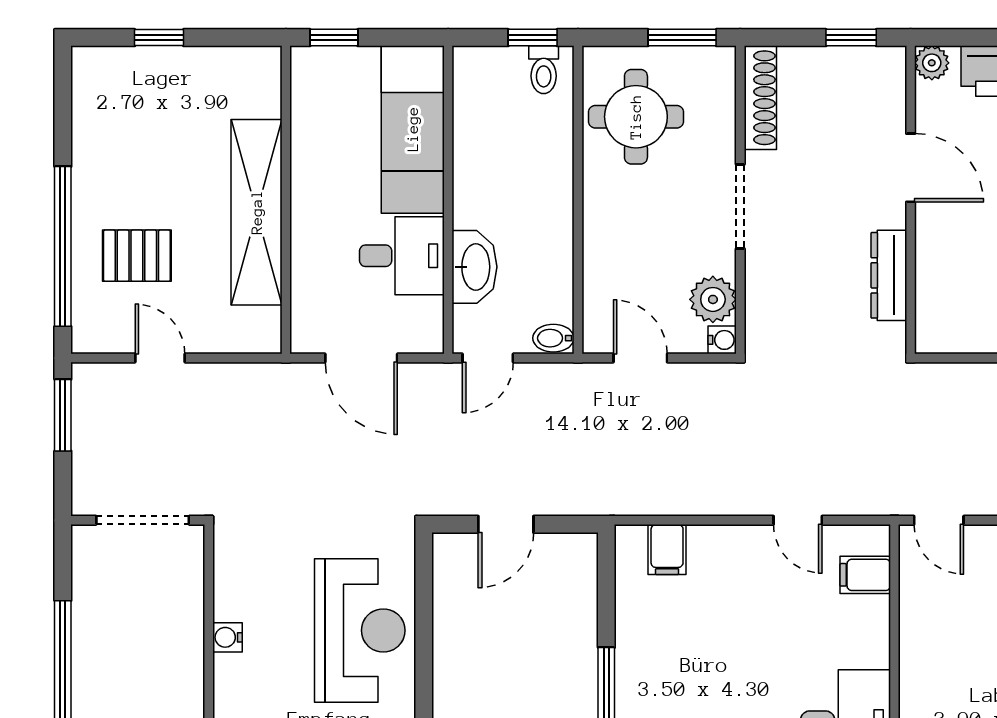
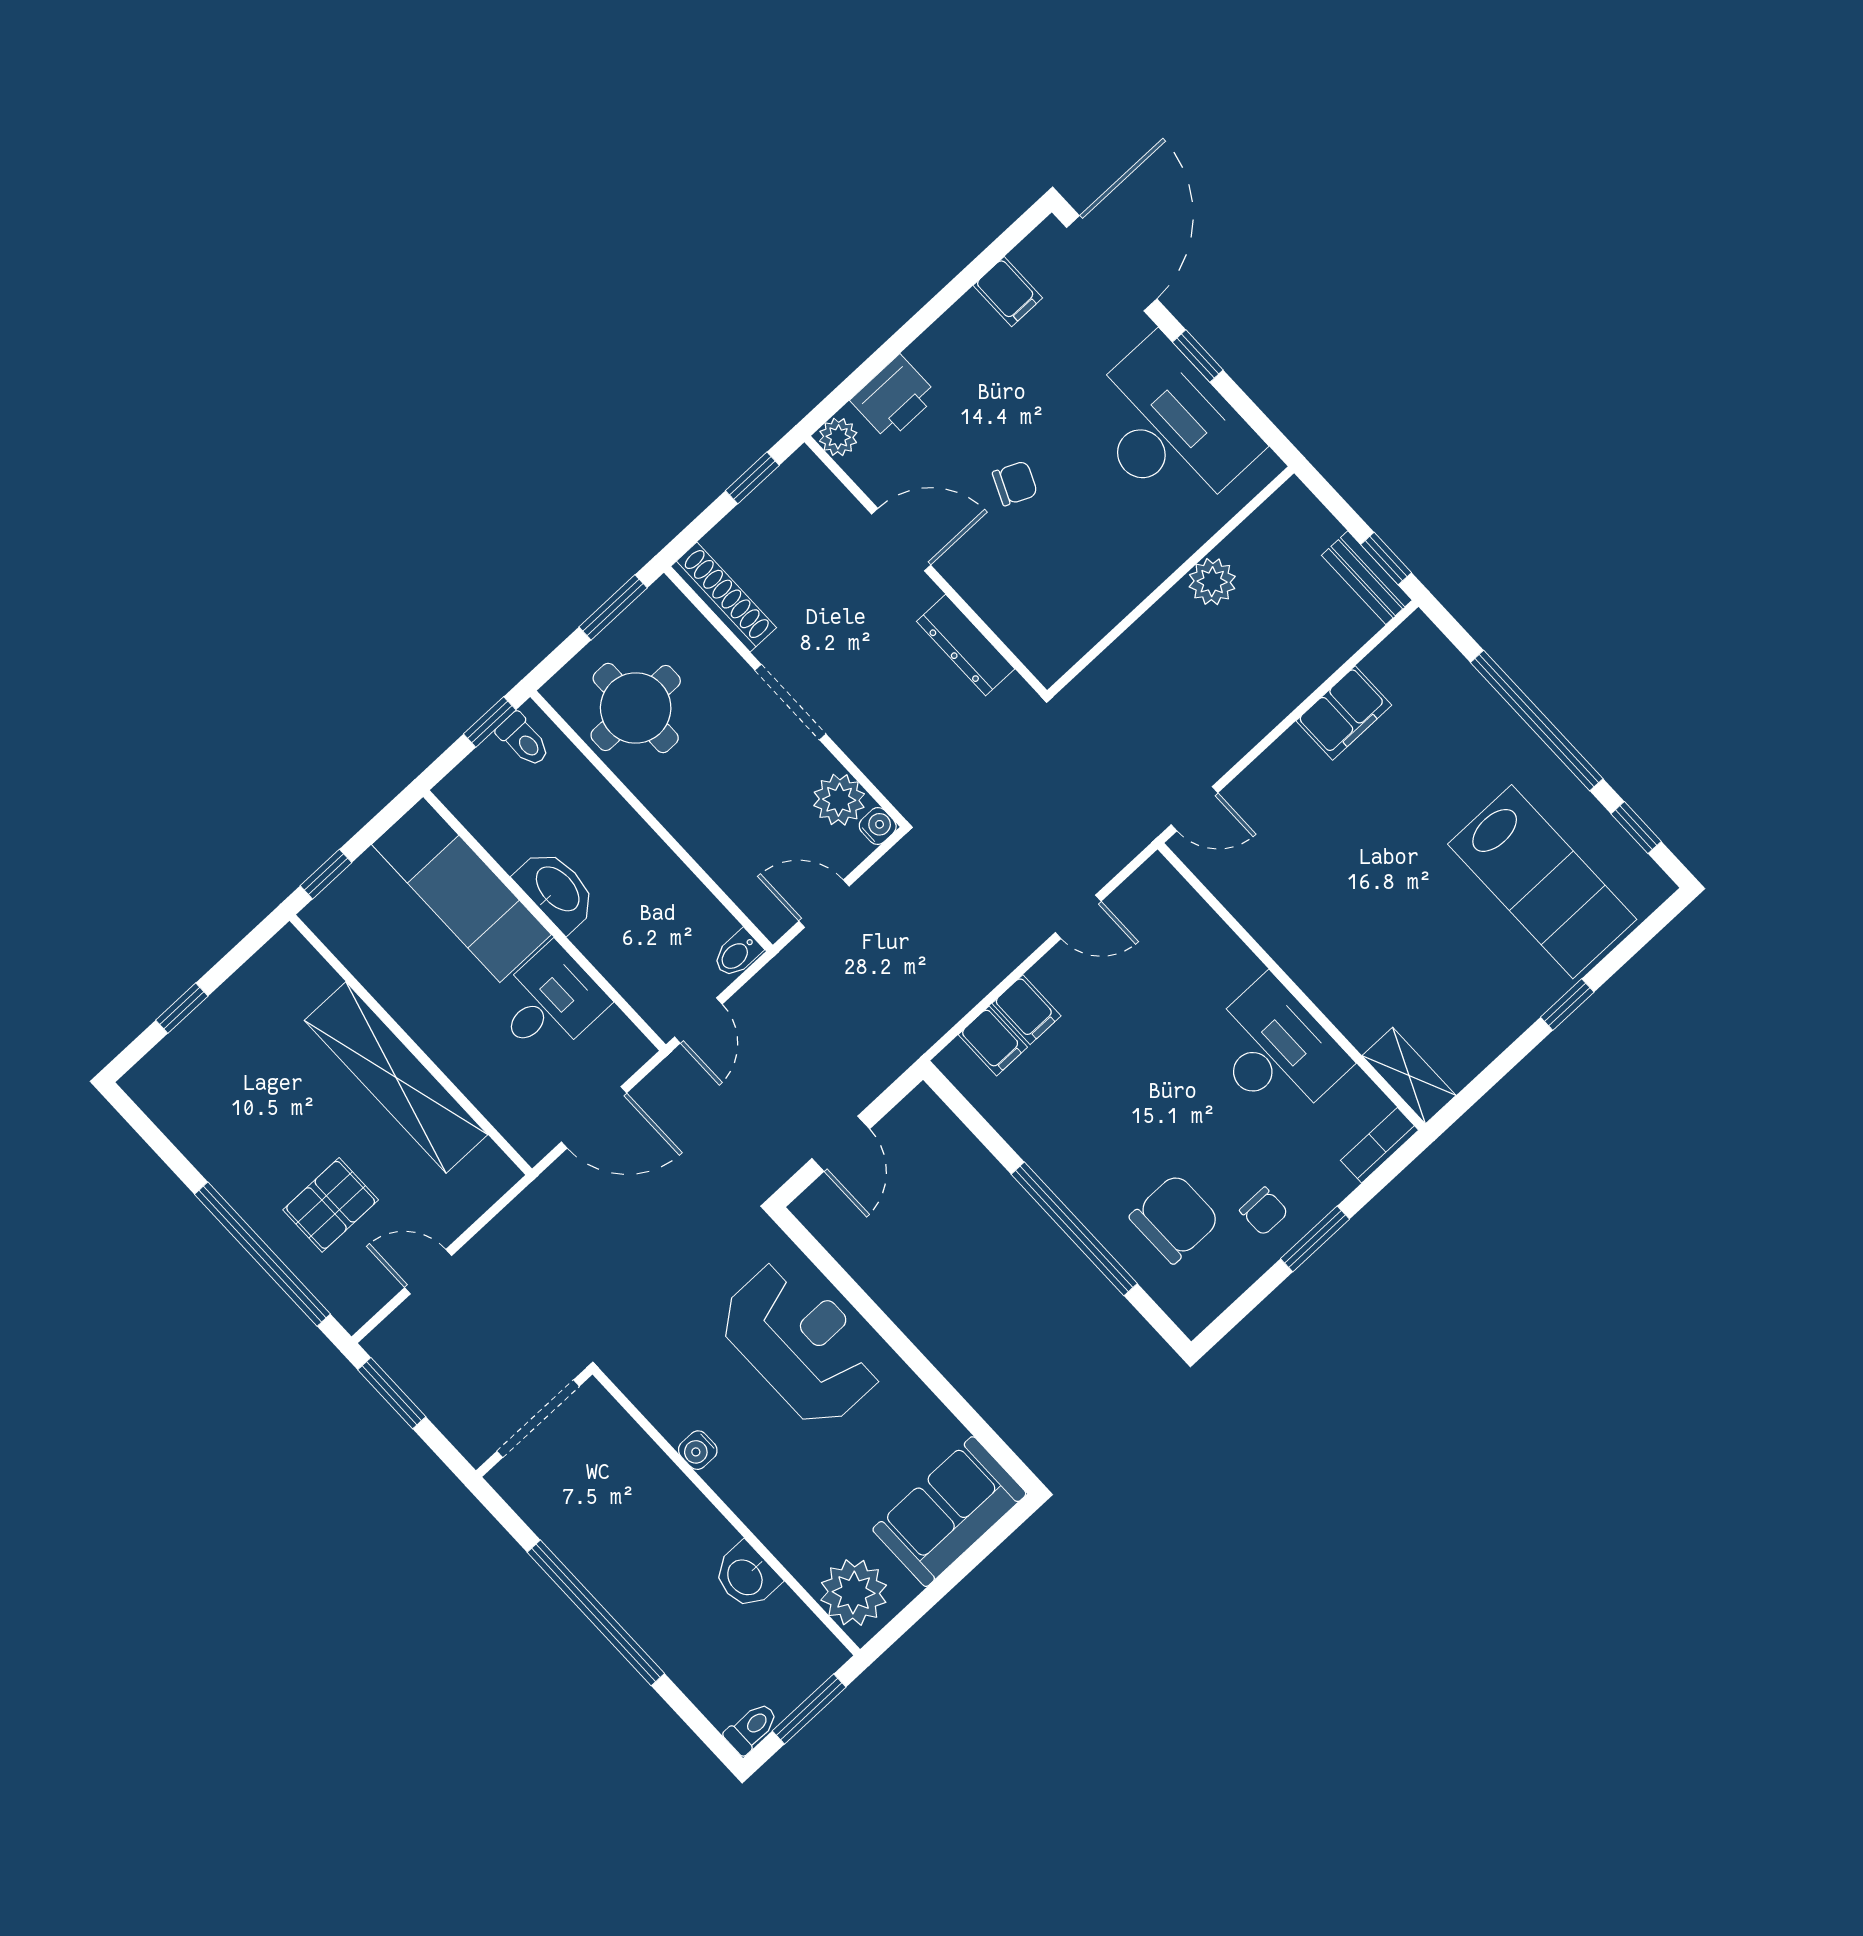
washbasin: (474, 267) -> (557, 890), moved
filing cabinet: (865, 575) -> (1026, 1010), moved, turned -90

